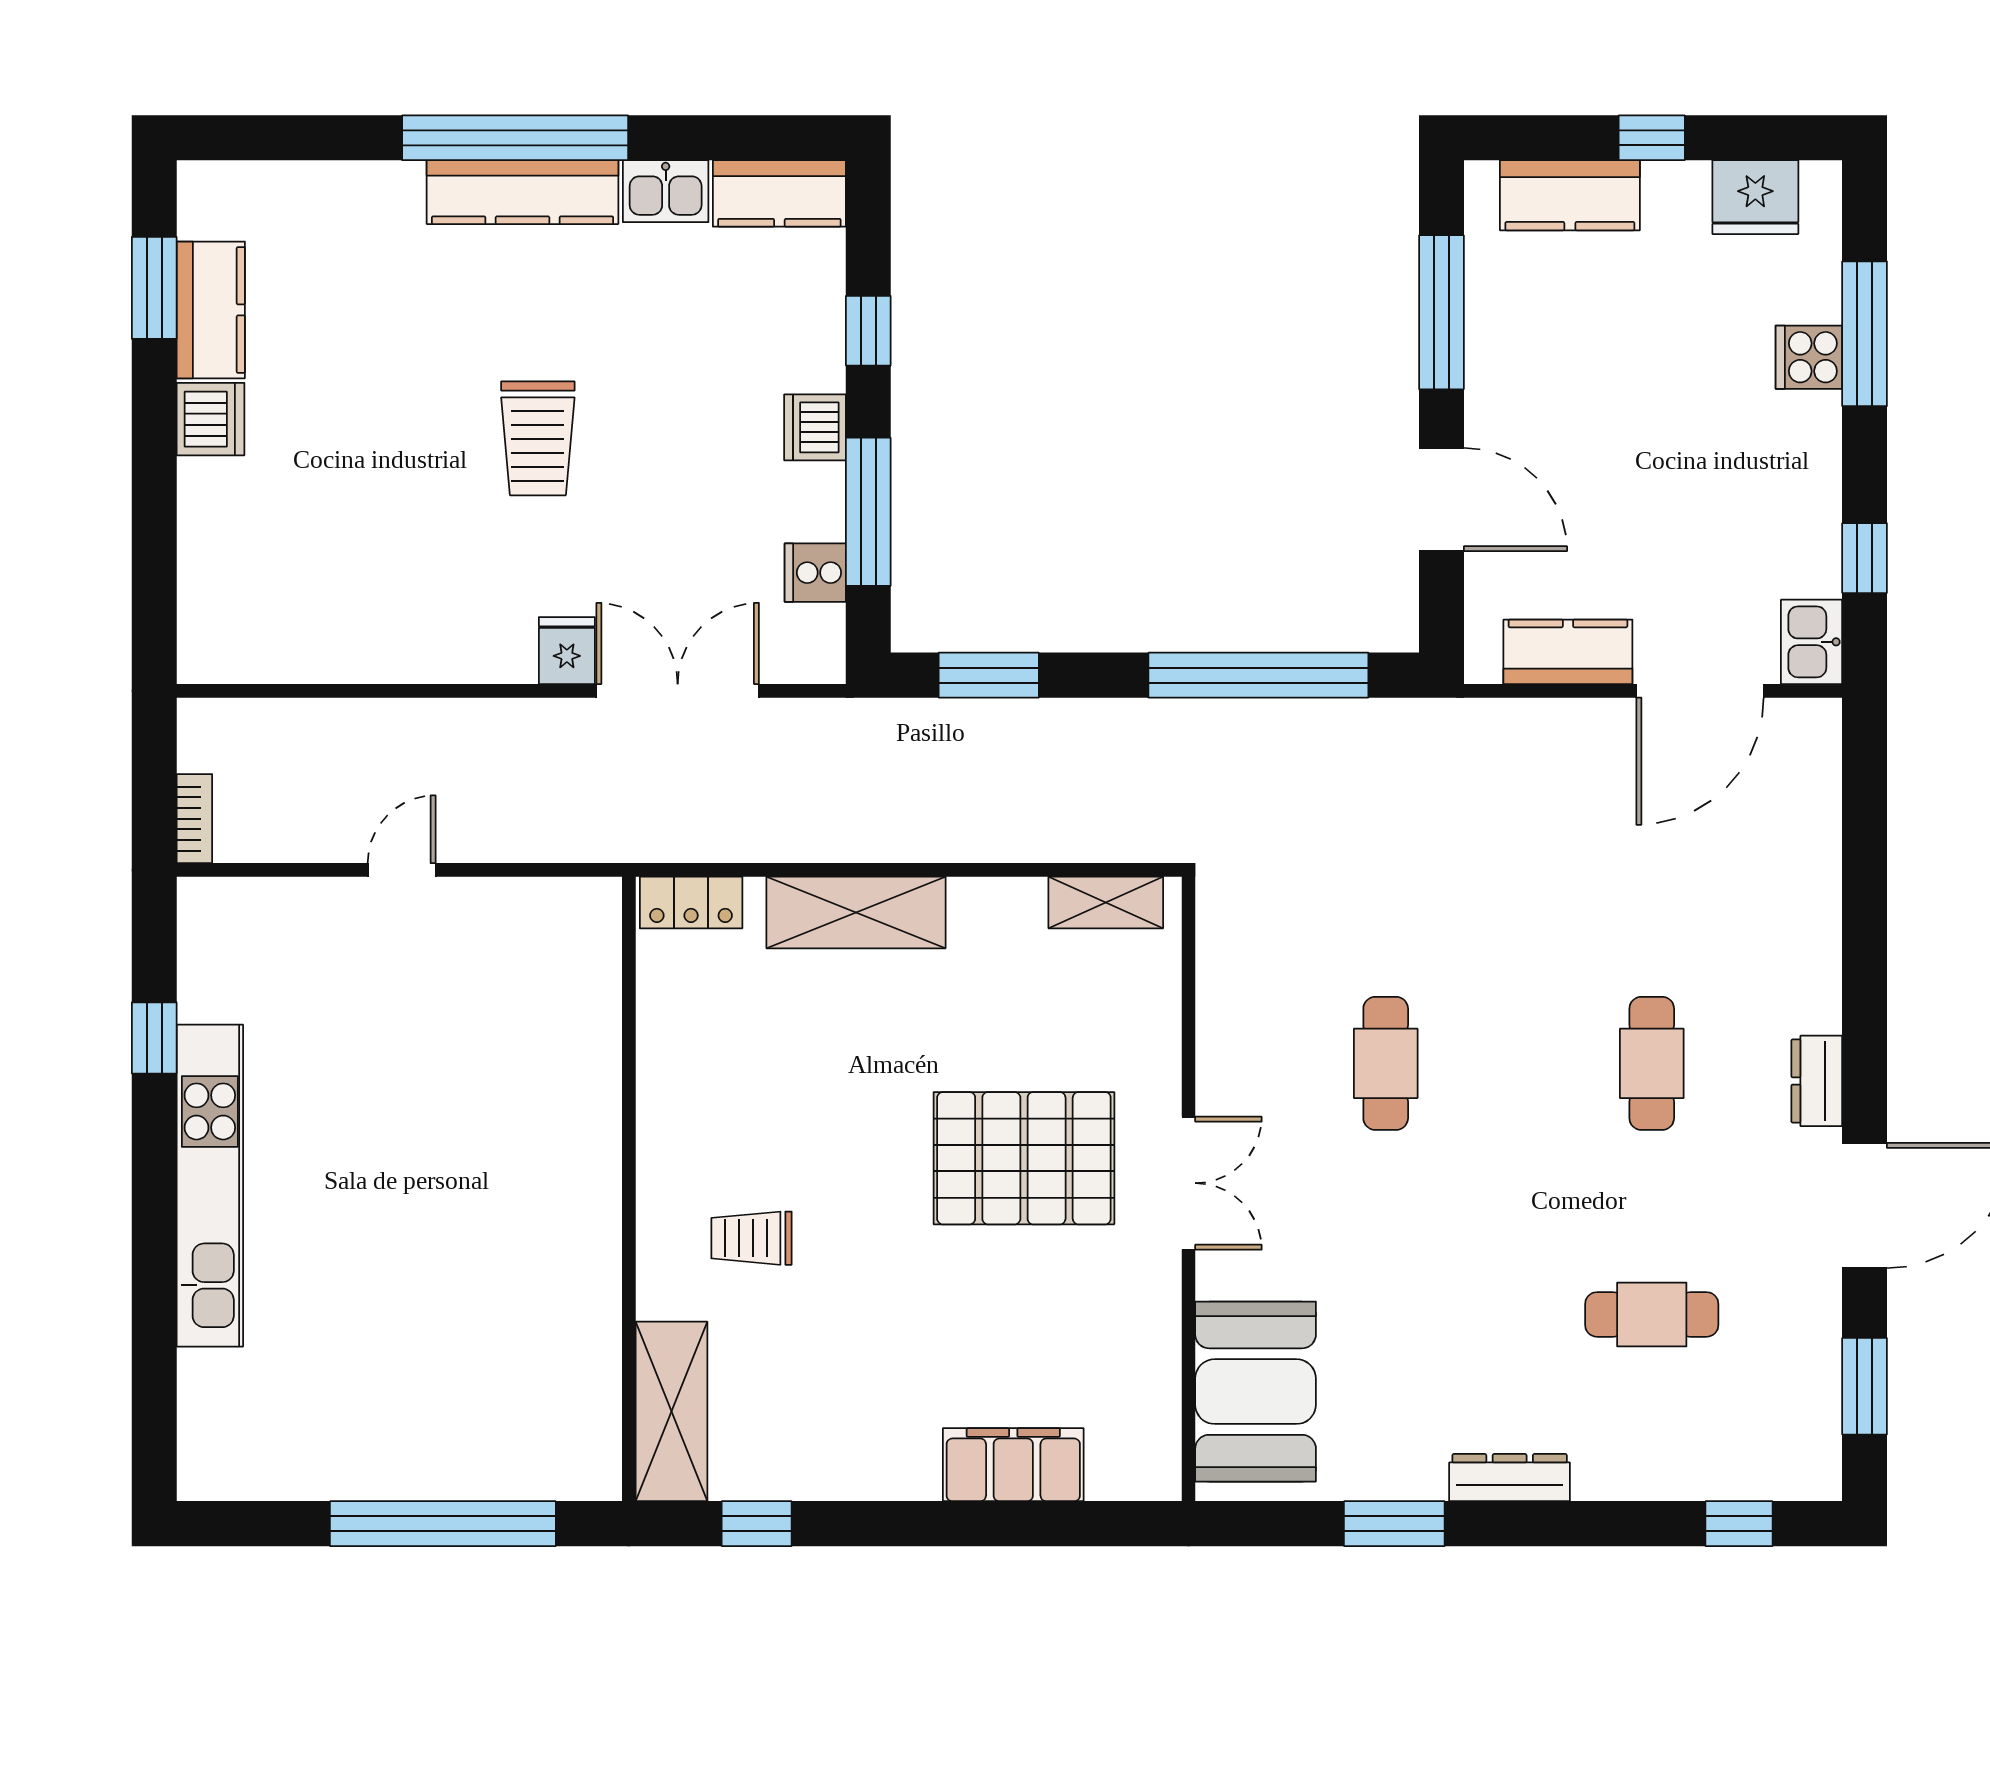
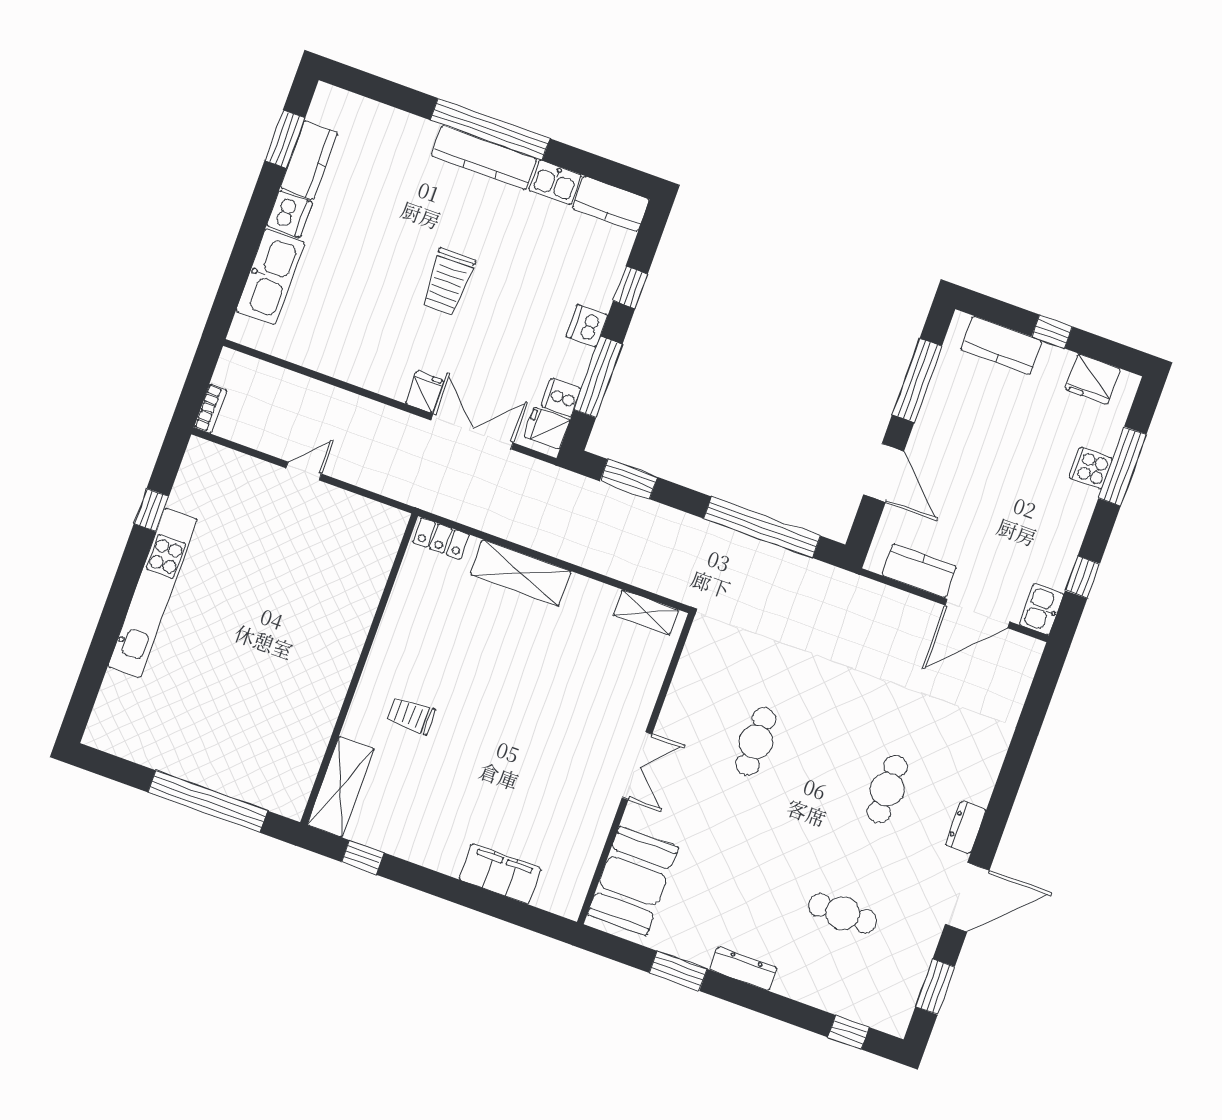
kitchen sink: (217, 544) -> (270, 277), added
fridge: (810, 637) -> (547, 428), added
pallet: (1024, 1158) -> (560, 724), removed

